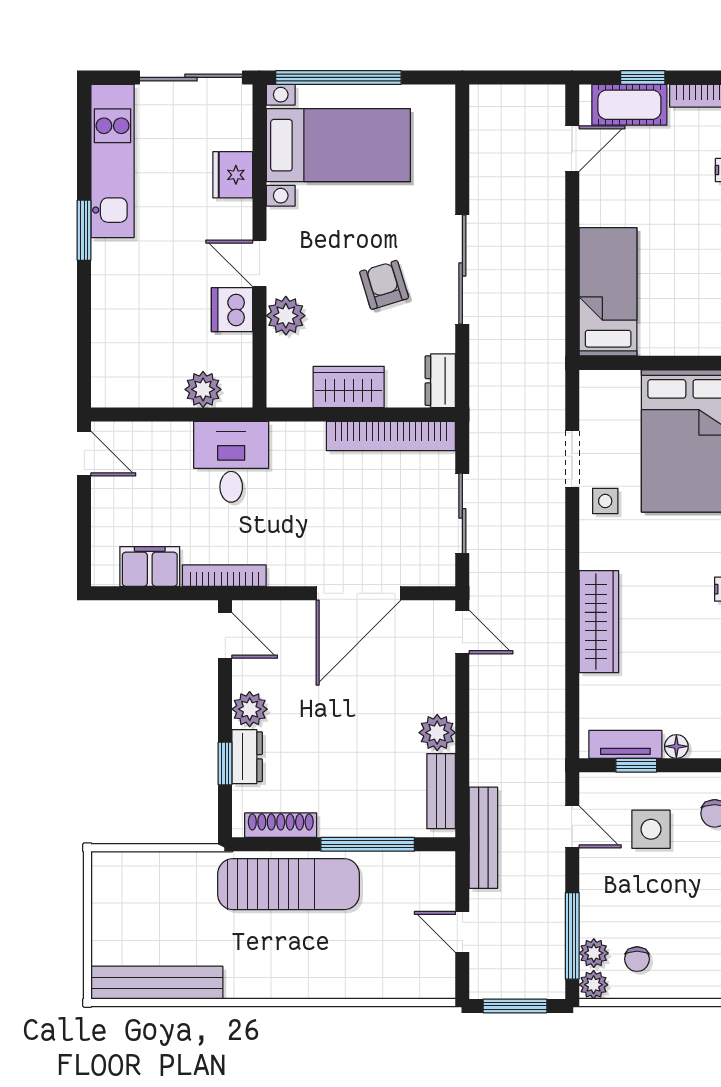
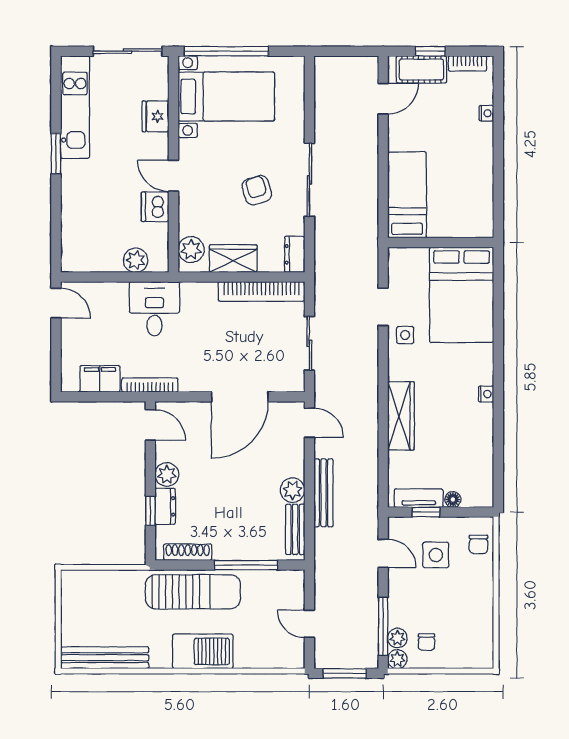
plant: (286, 316) -> (191, 250), moved
bench: (483, 838) -> (324, 493), moved
barbecue: (303, 973) -> (203, 651), added

